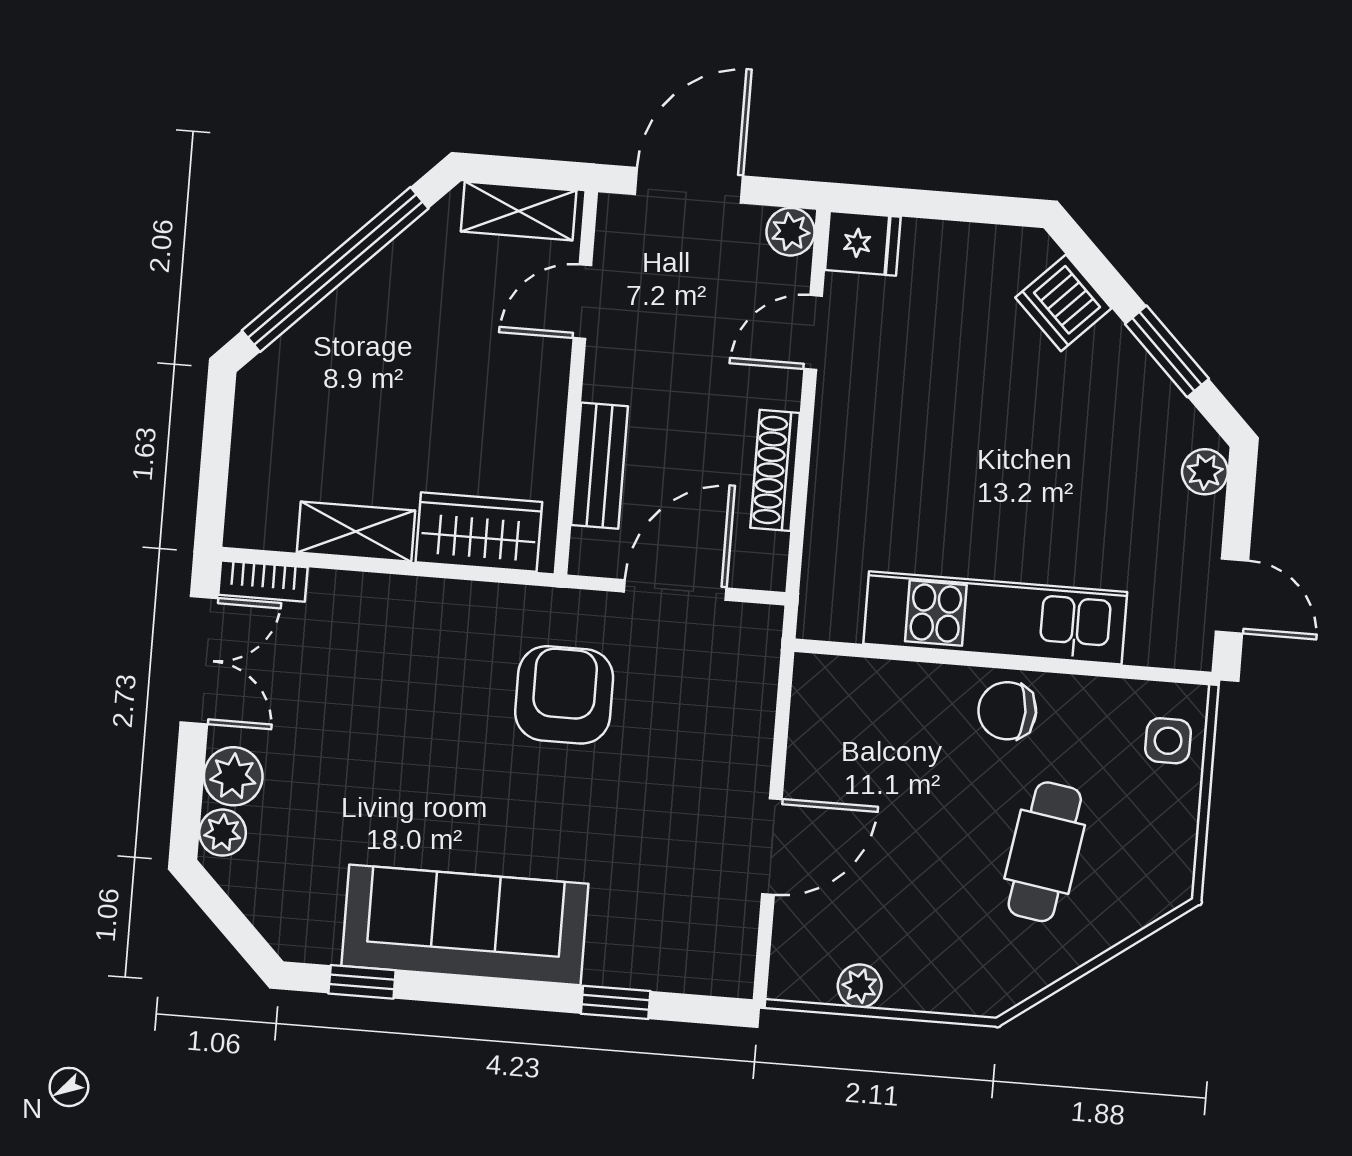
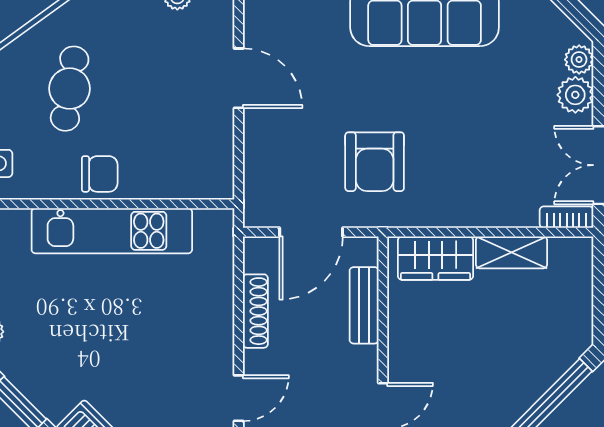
door: (772, 846) -> (239, 78), swing flipped

